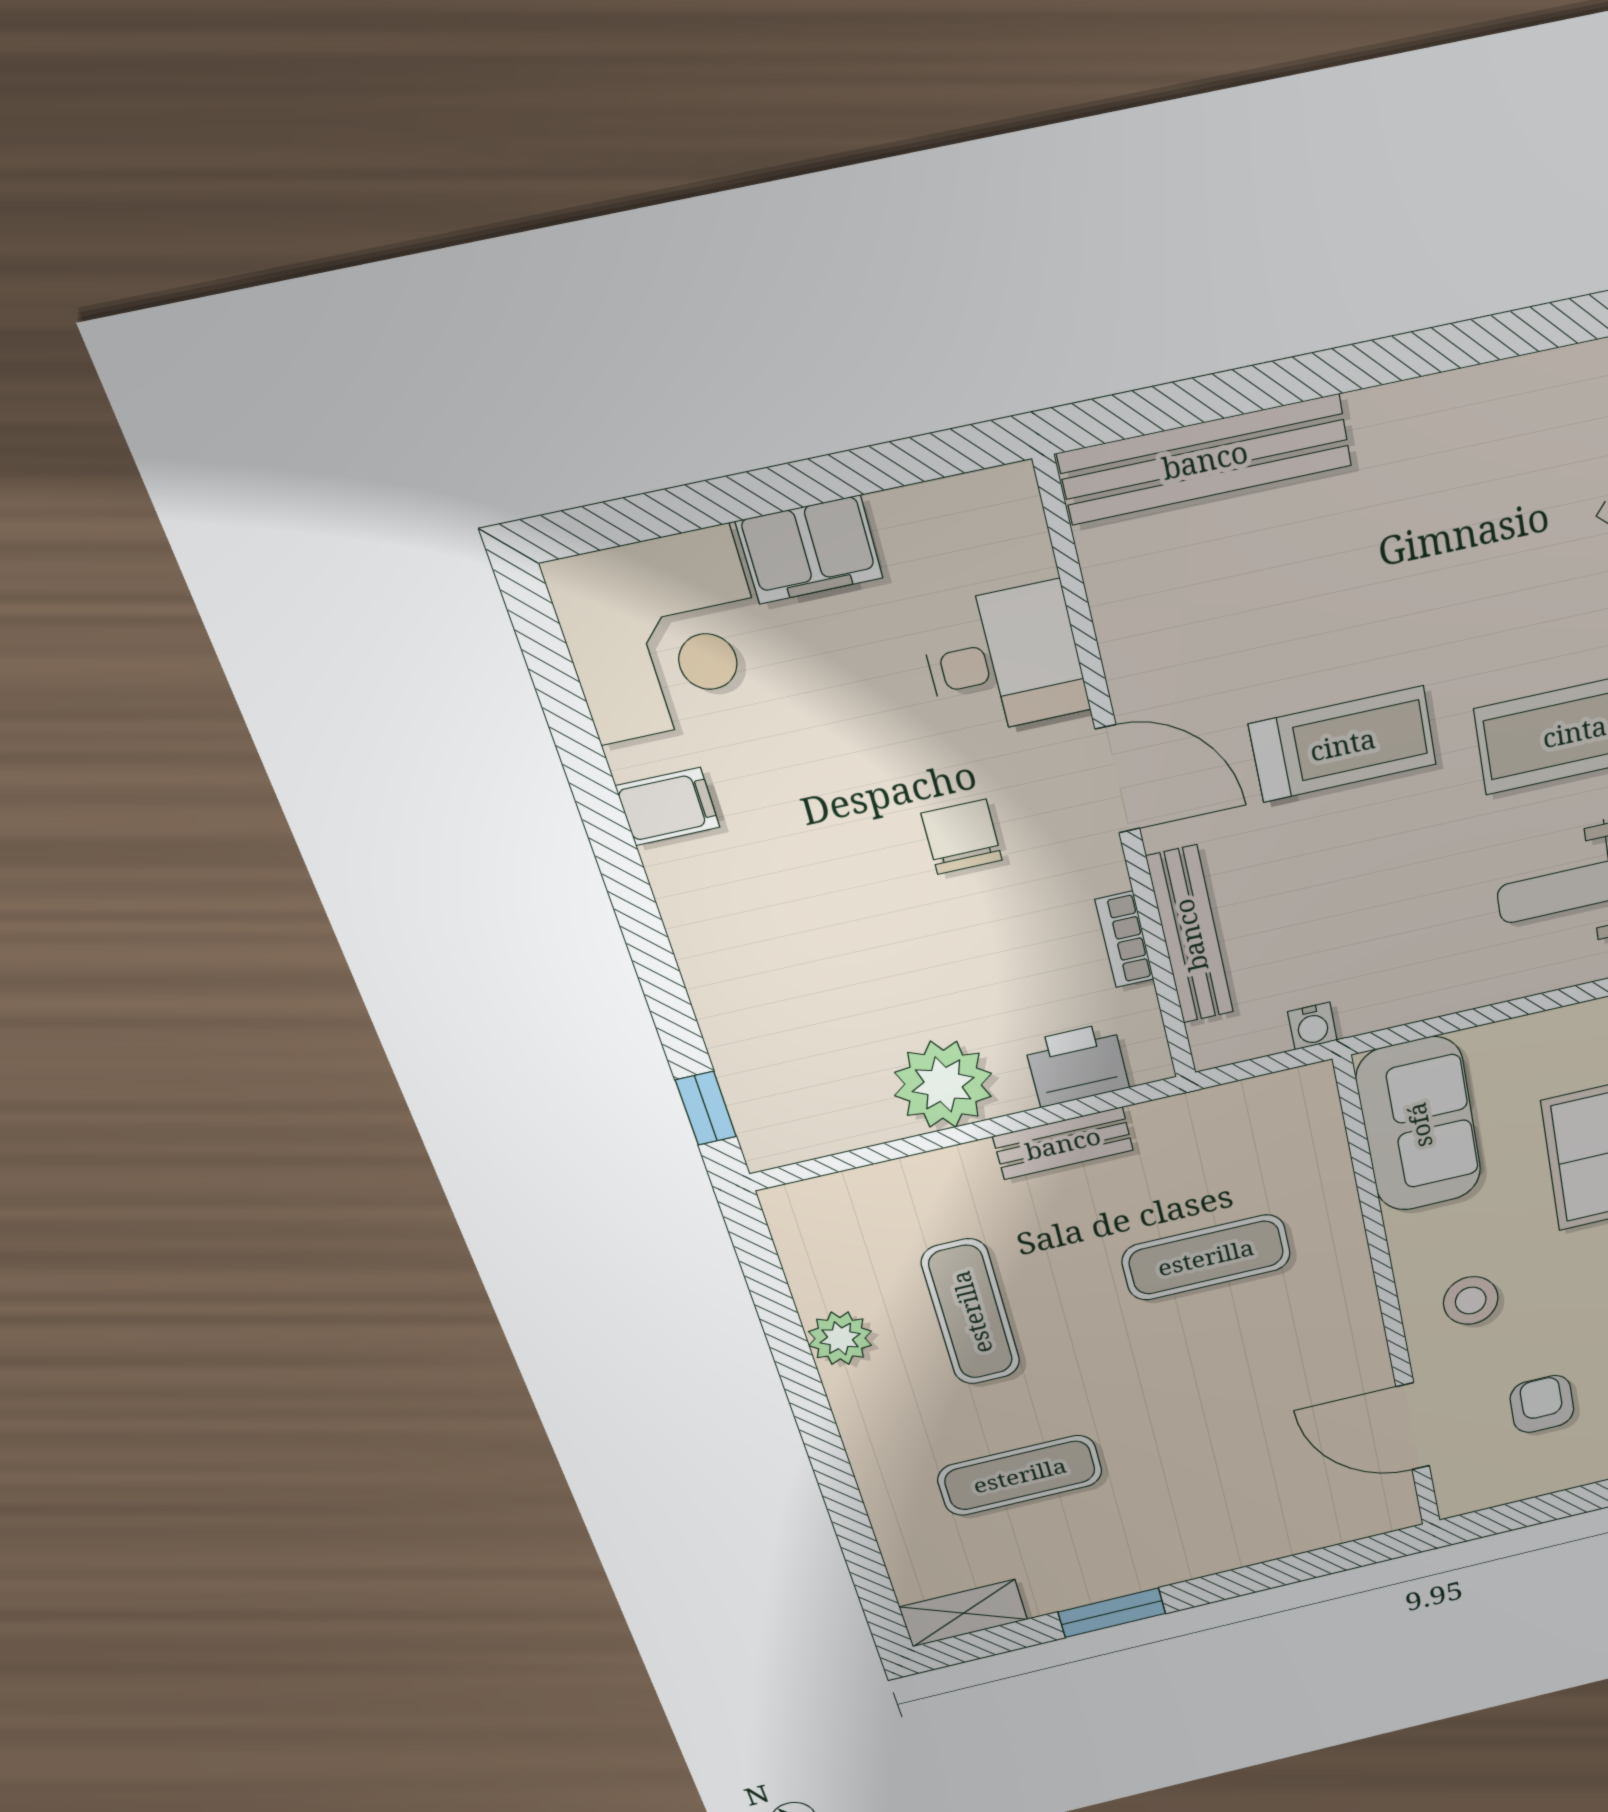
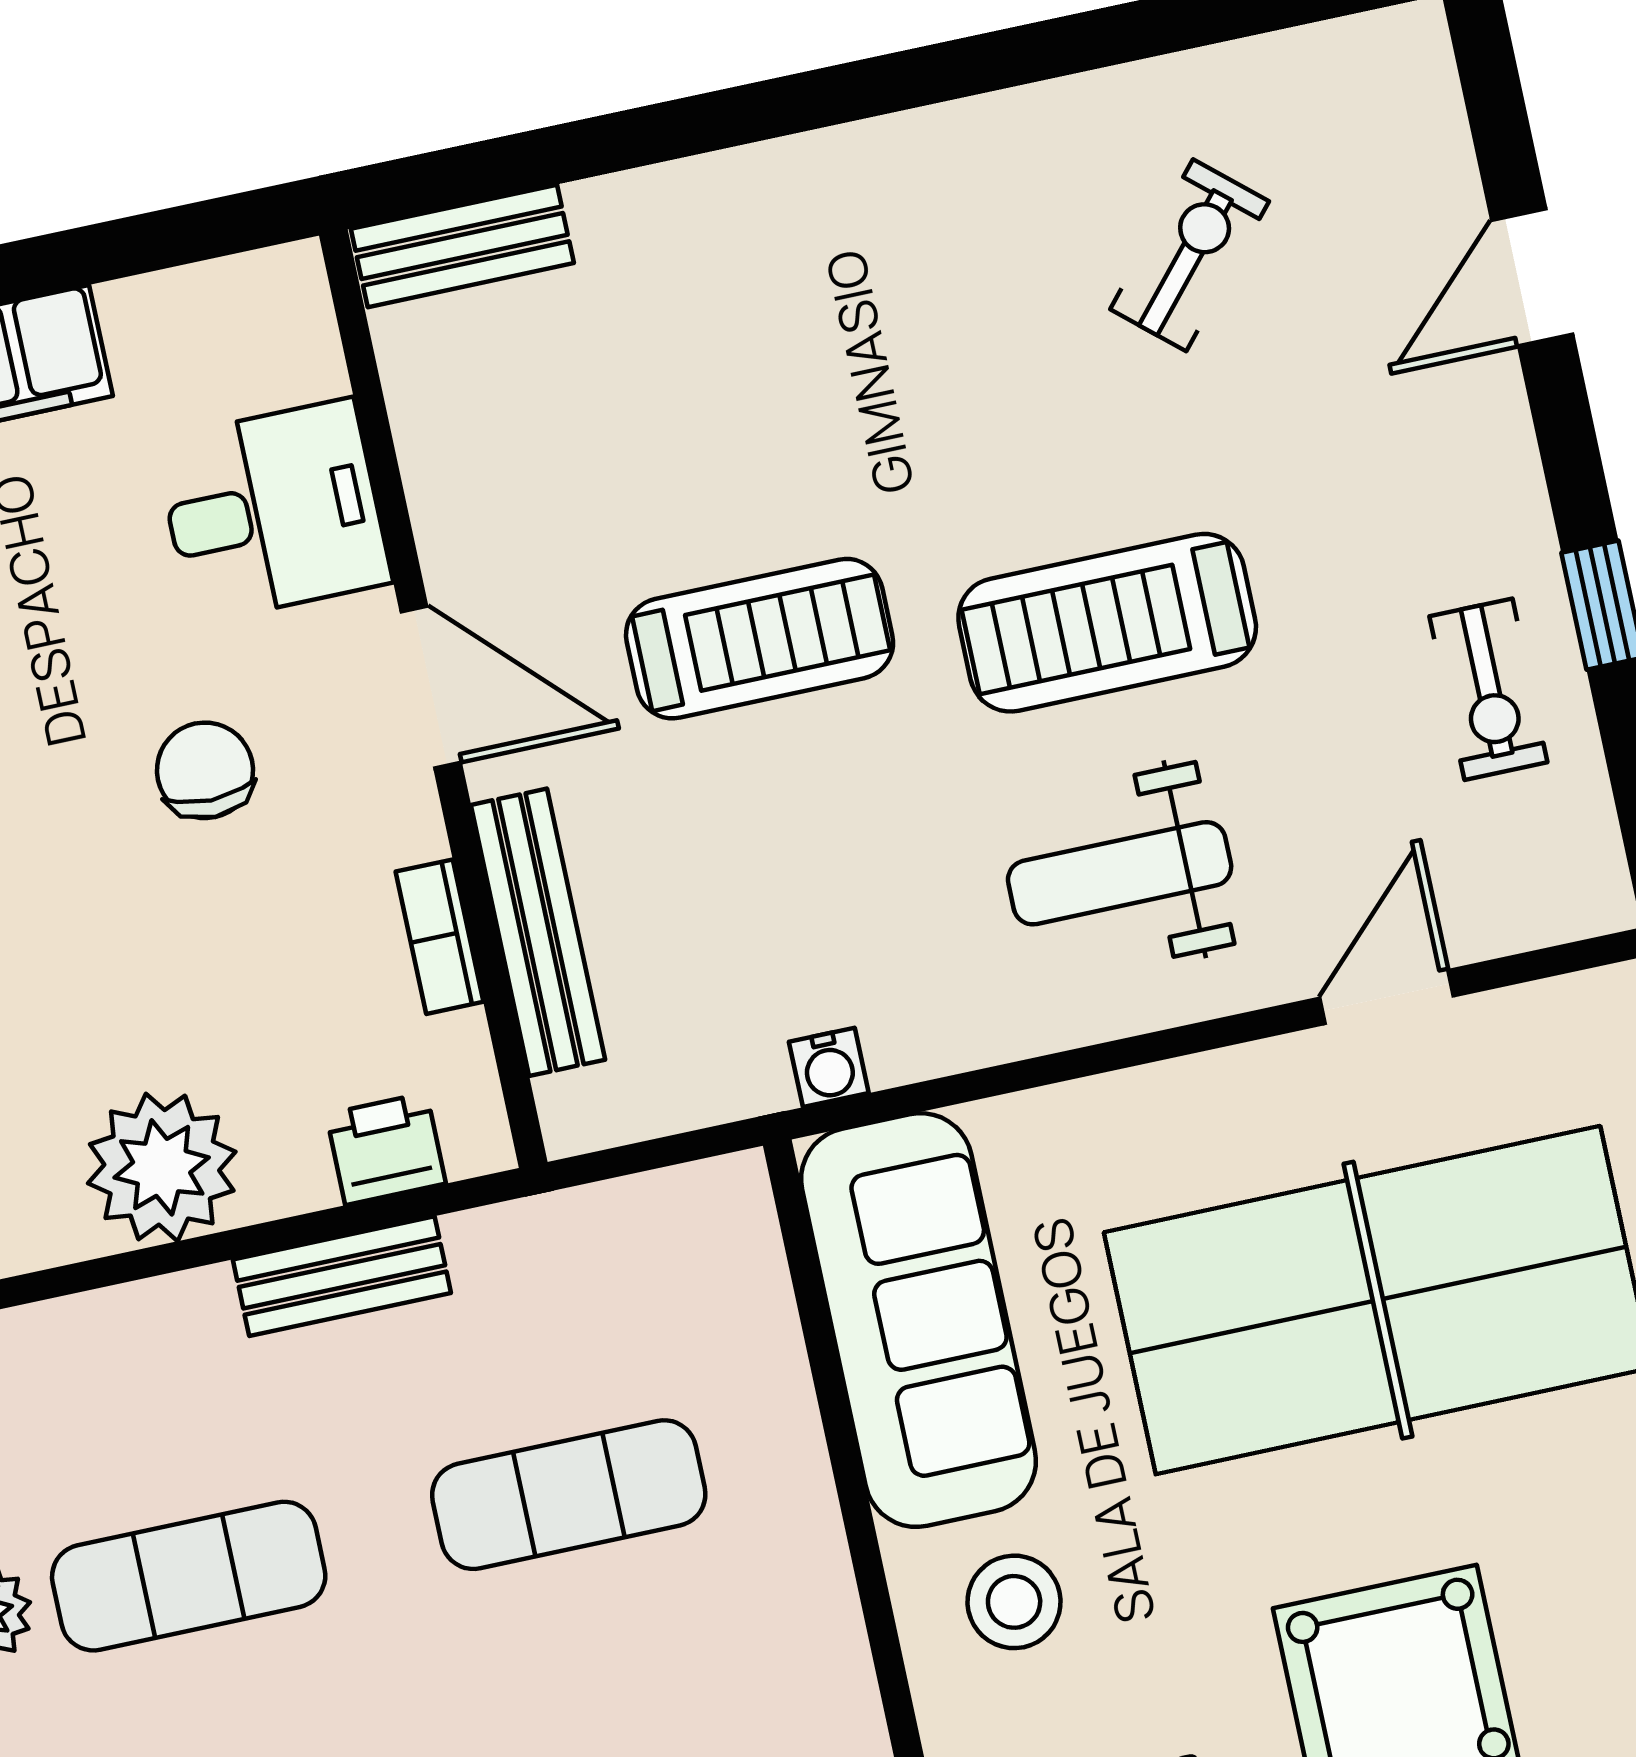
bench: (1205, 459) -> (462, 246), width x0.54, depth x0.82
water cooler: (1312, 1026) -> (829, 1067), moved
printer: (1077, 1065) -> (386, 1149), width x0.73, depth x0.81
sofa: (1419, 1125) -> (918, 1320), width x1.36
exercise mat: (971, 1312) -> (189, 1576), turned 90

